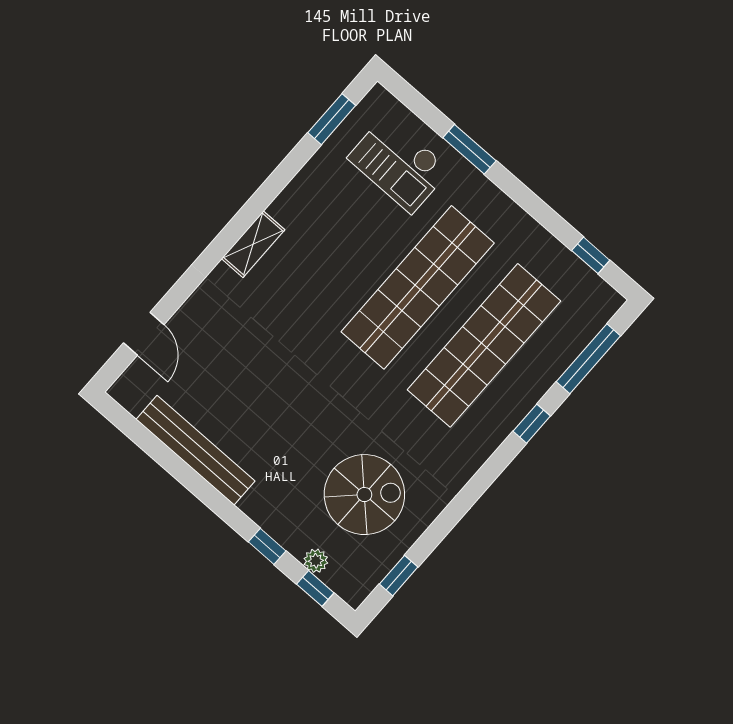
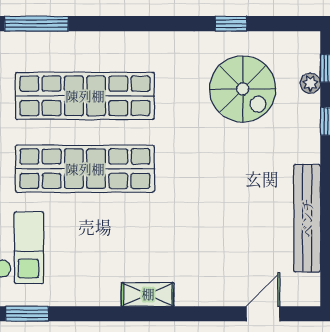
window: (532, 424) -> (108, 24), removed
spiral stairs: (364, 495) -> (243, 89), turned 180
window: (399, 576) -> (231, 24), moved

